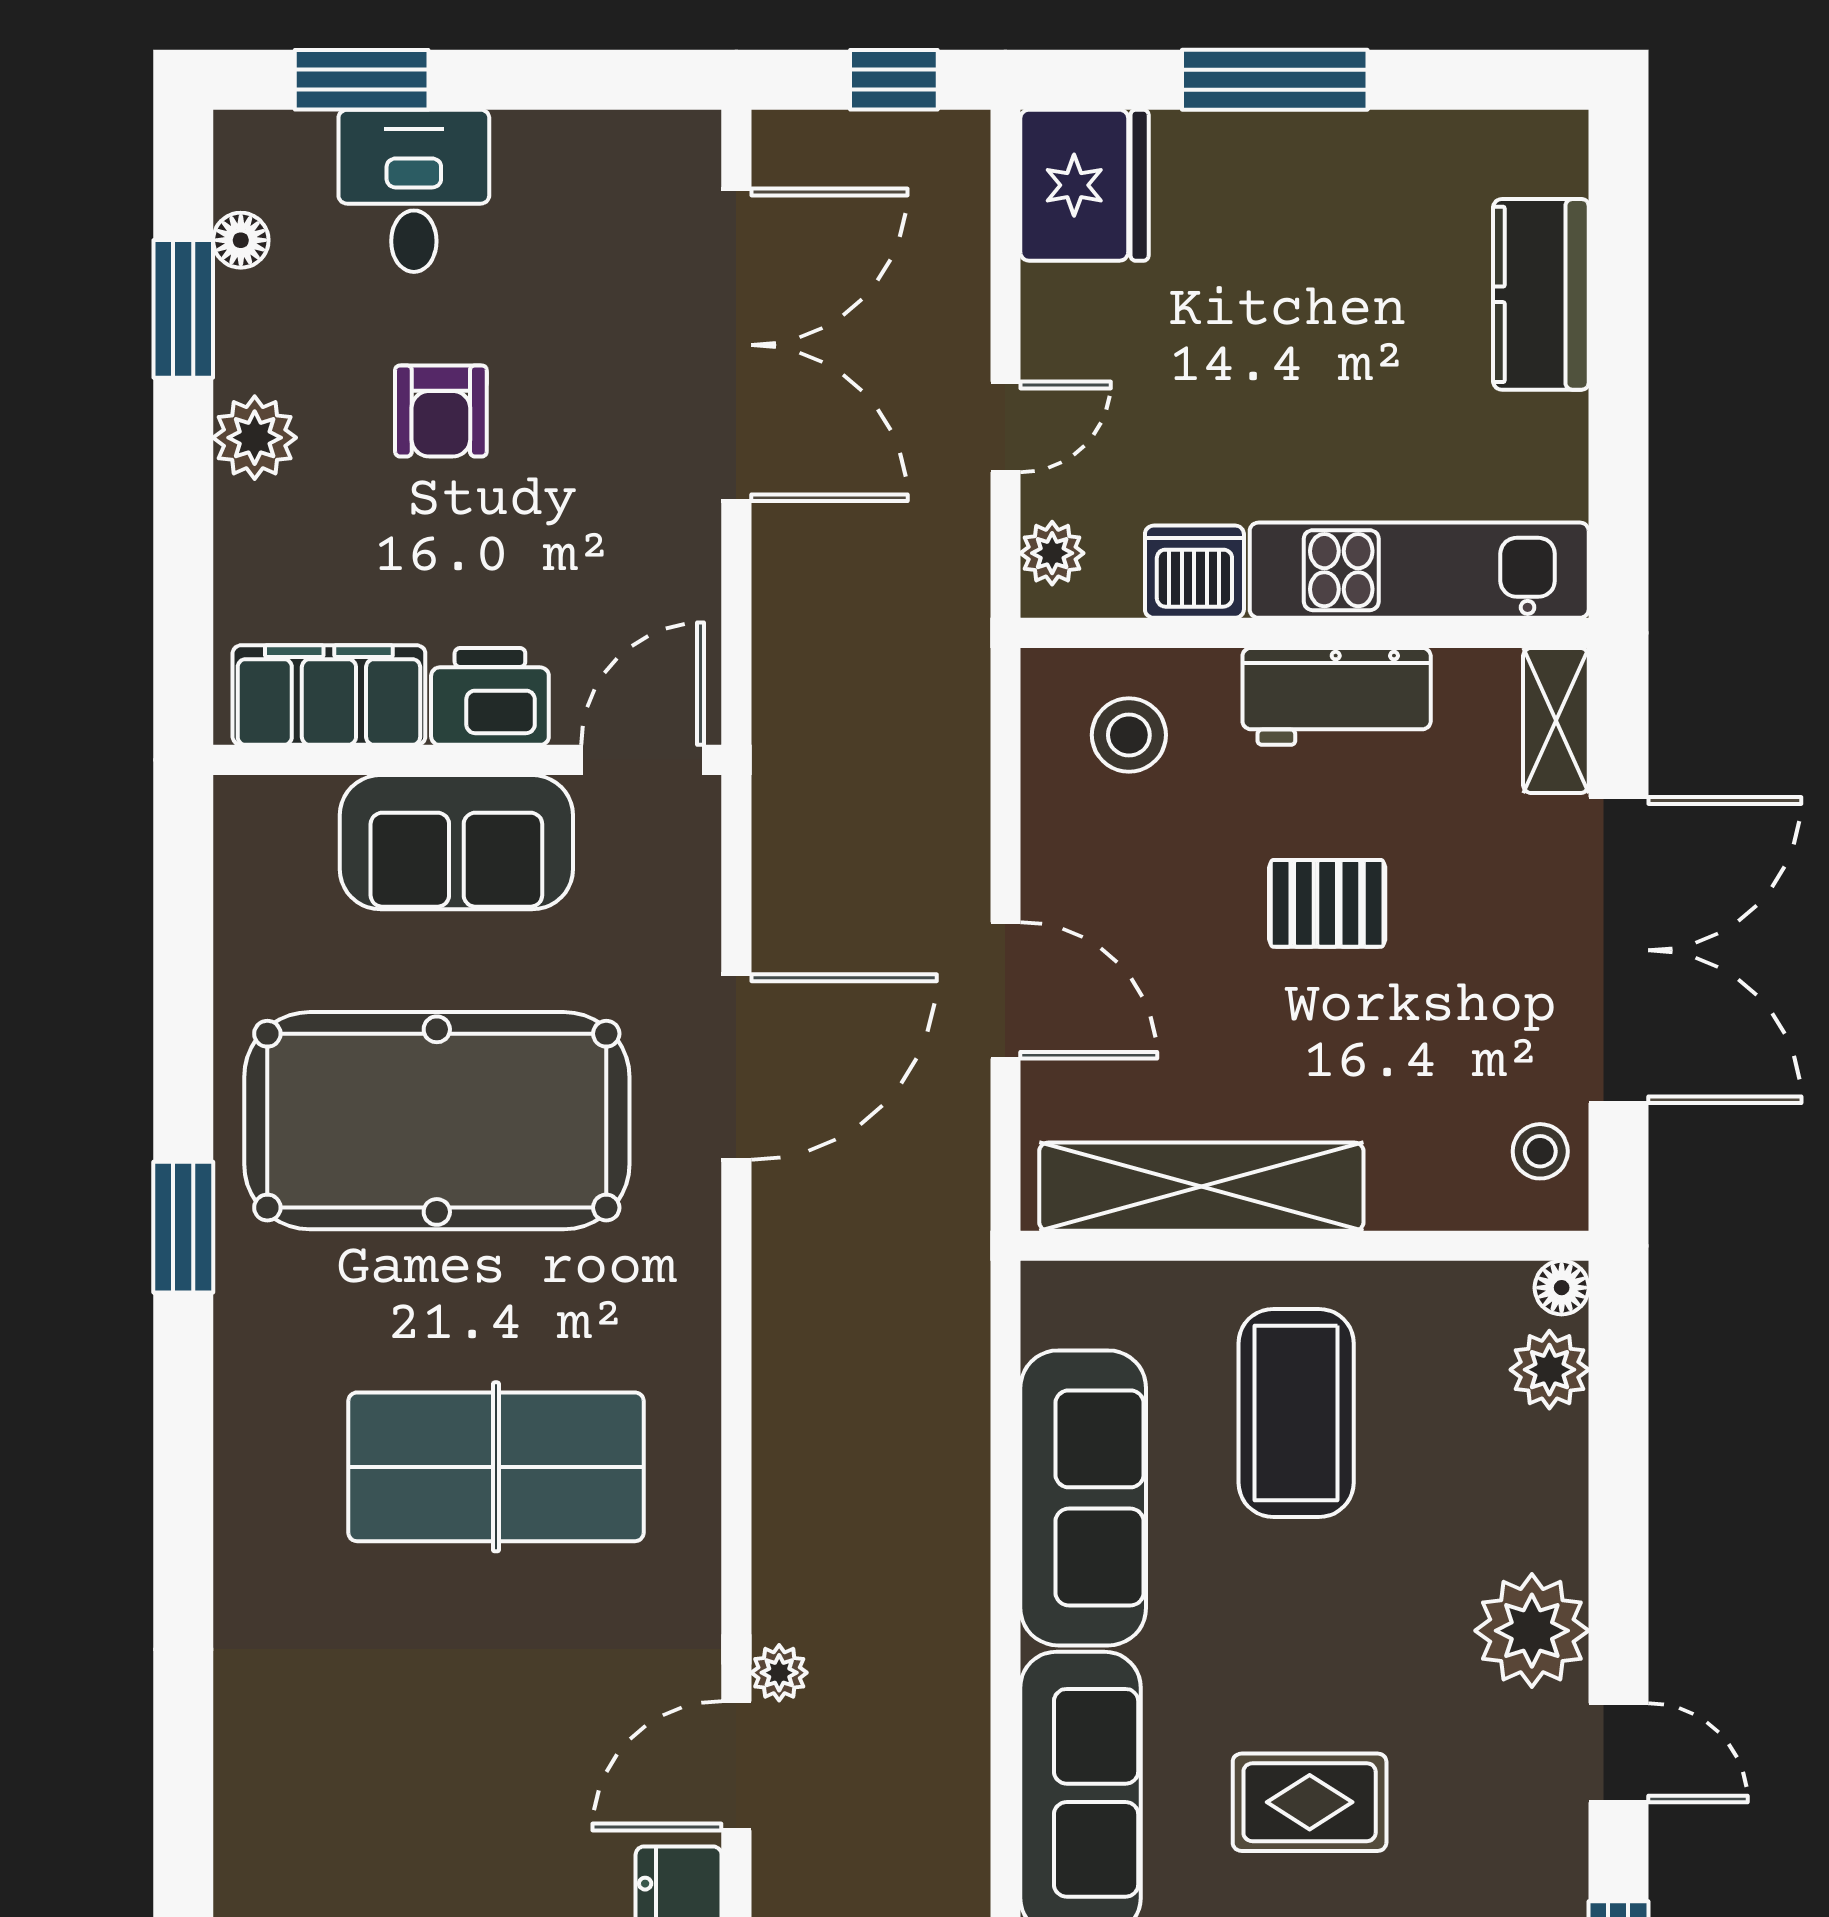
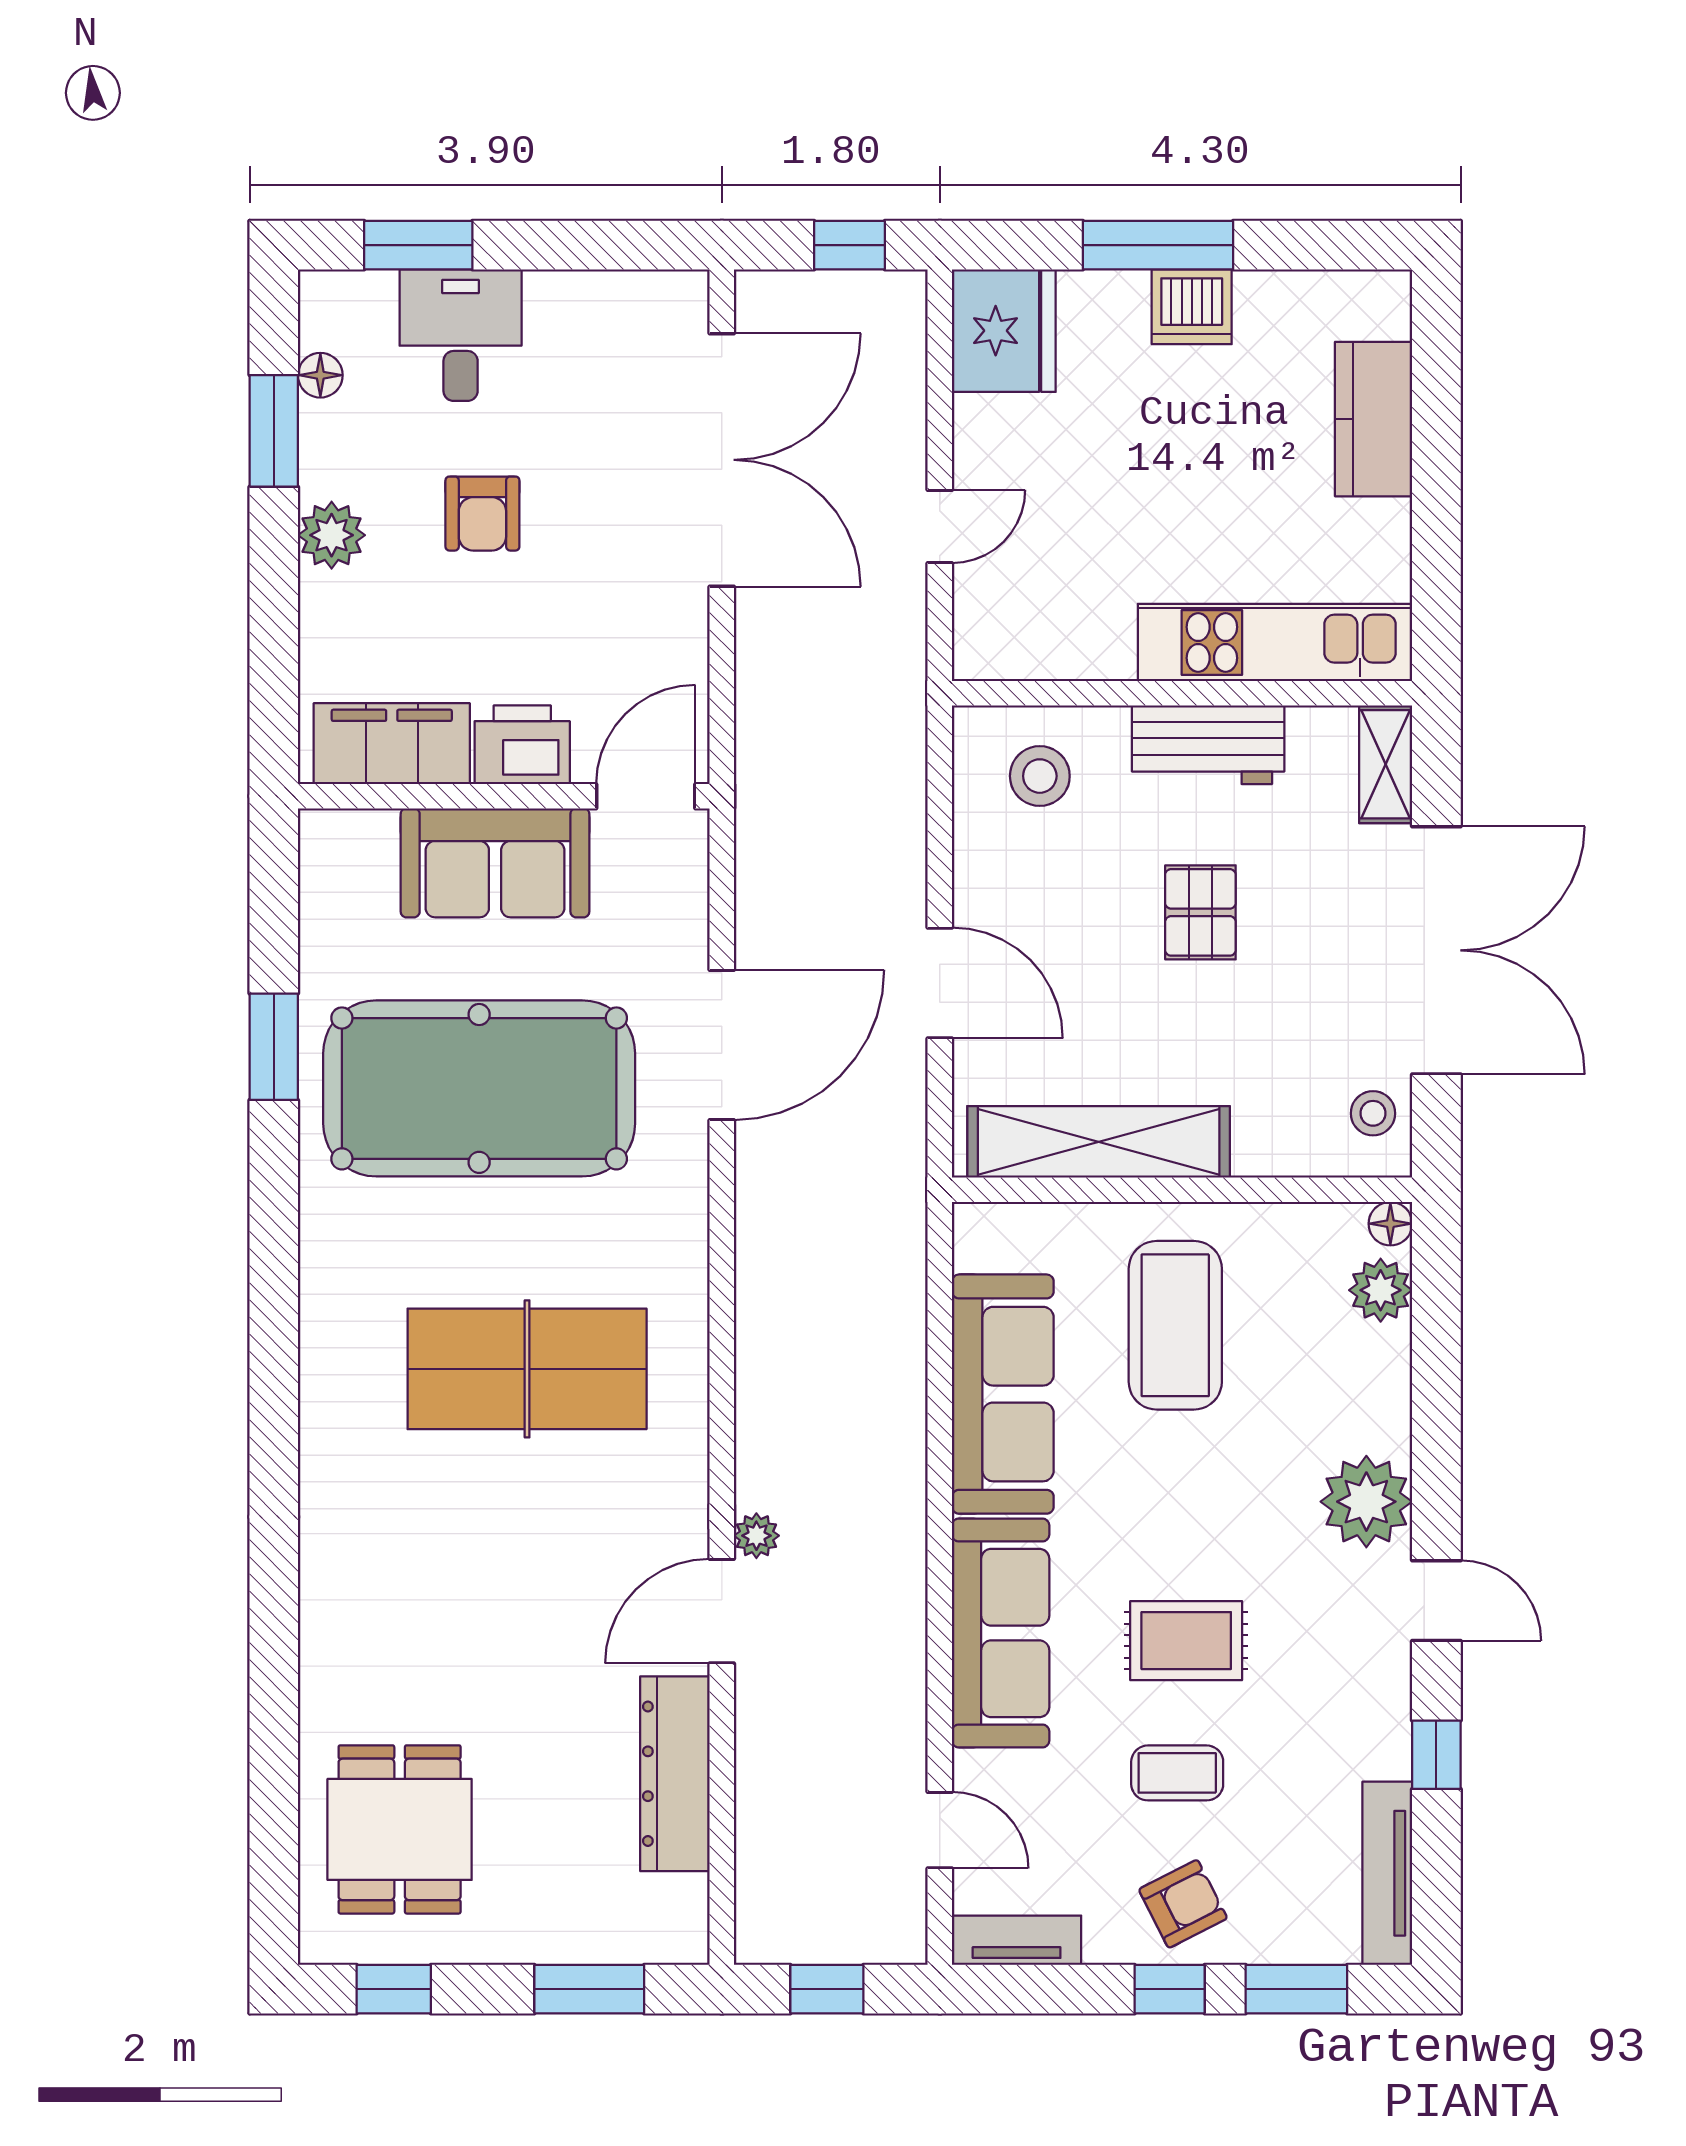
plant: (1052, 553) -> (978, 629), removed
dishwasher: (1194, 572) -> (1192, 307), moved, turned 180
pallet: (1327, 903) -> (1200, 912), turned 90
window: (183, 1227) -> (274, 1047), moved

